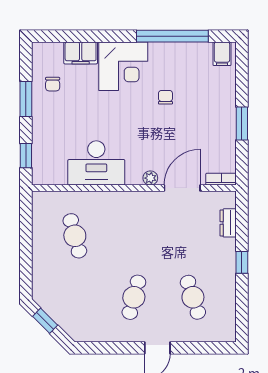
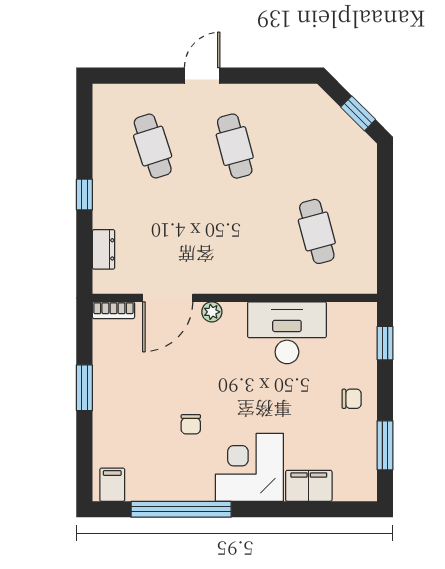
chair: (53, 84) -> (352, 399), moved, turned 90
window: (26, 99) -> (385, 445), moved
cafe table: (134, 297) -> (235, 146), turned -30

